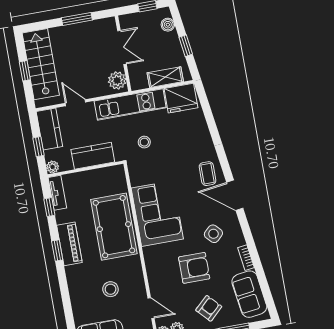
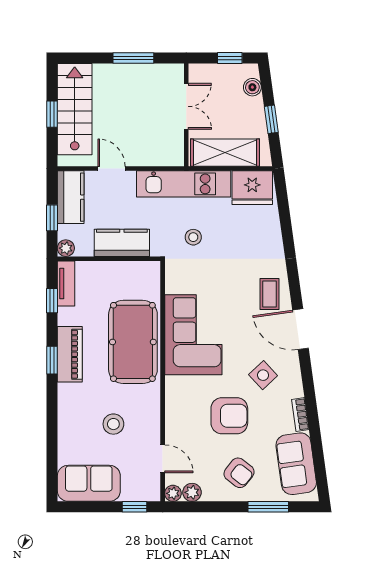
shelving: (165, 77) -> (225, 153), width x1.50, depth x1.33
plant: (117, 80) -> (172, 149), removed
armchair: (209, 308) -> (239, 473), turned 81

